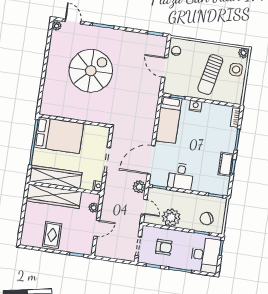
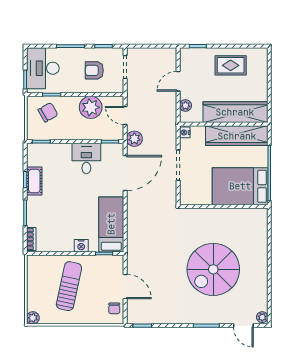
side table: (236, 70) -> (39, 297), removed
rug: (52, 235) -> (231, 65), turned 90

